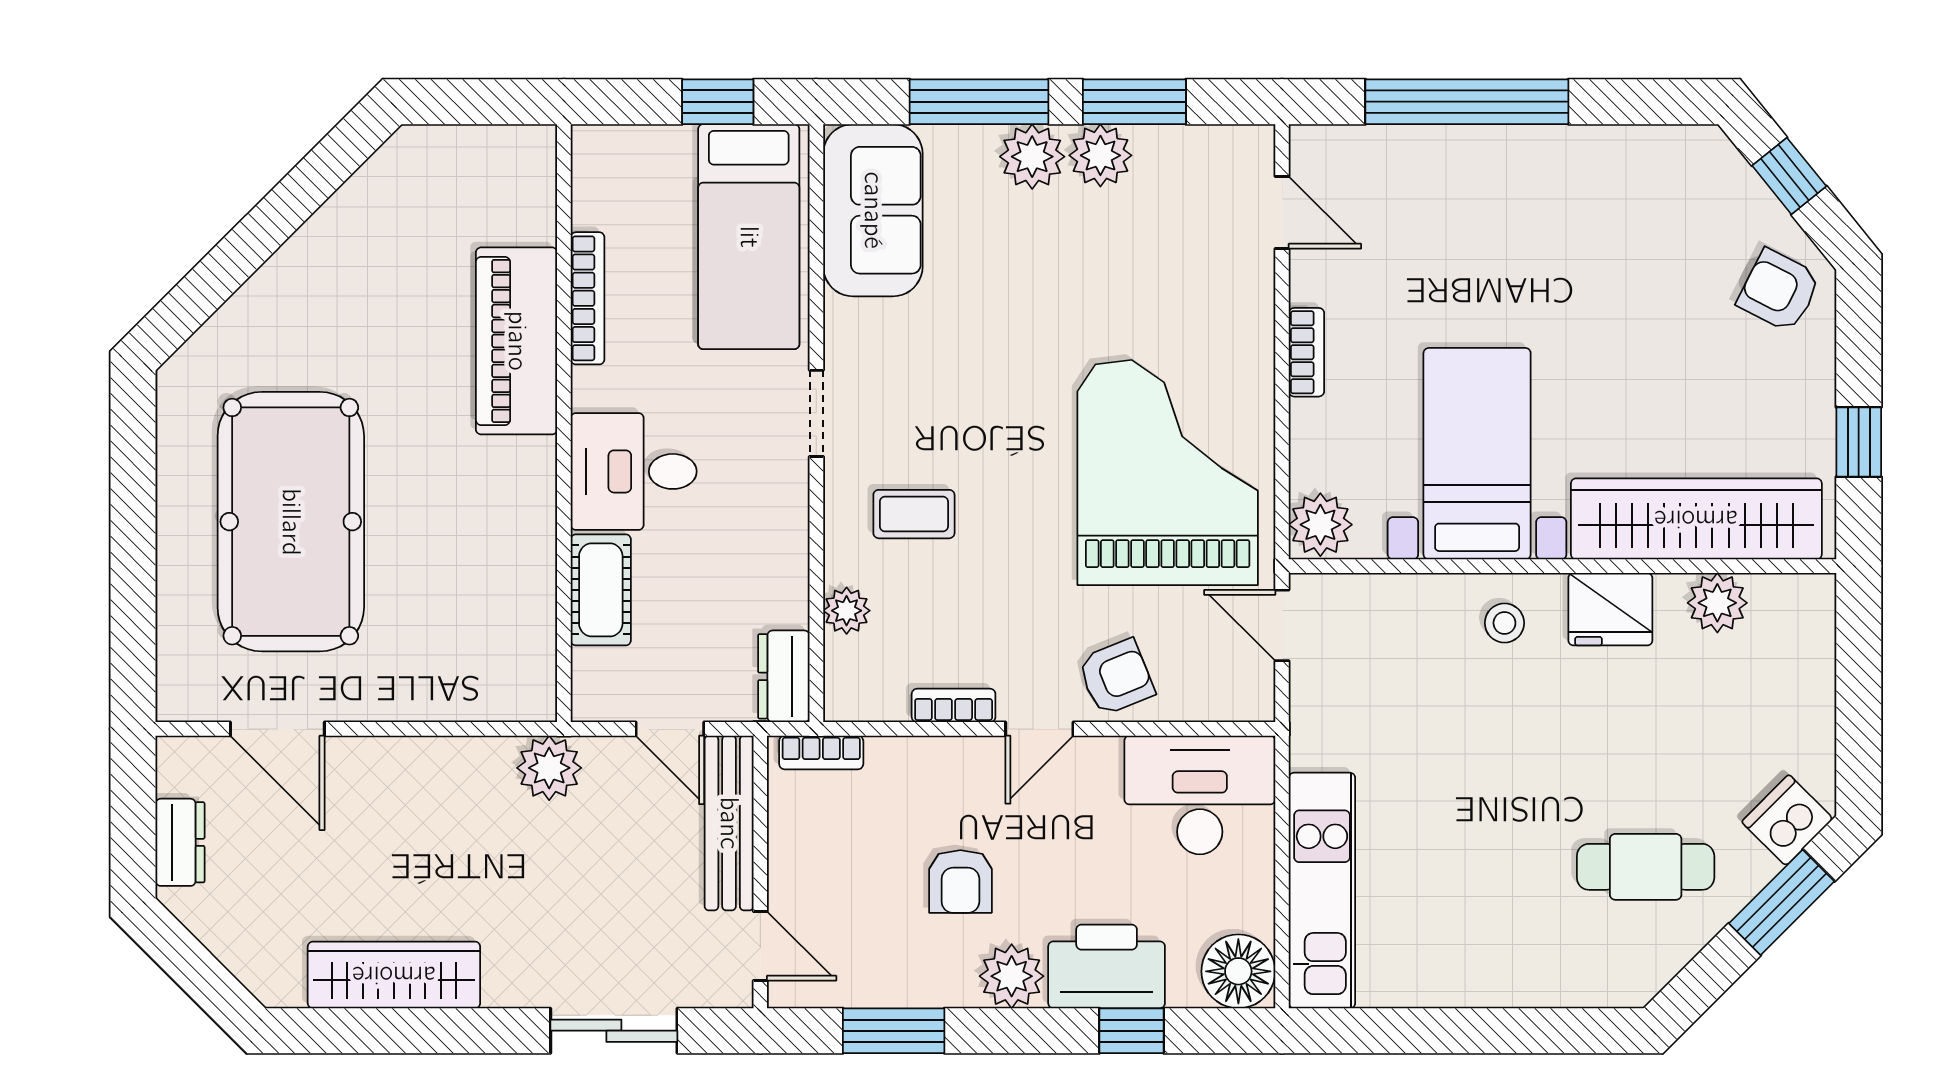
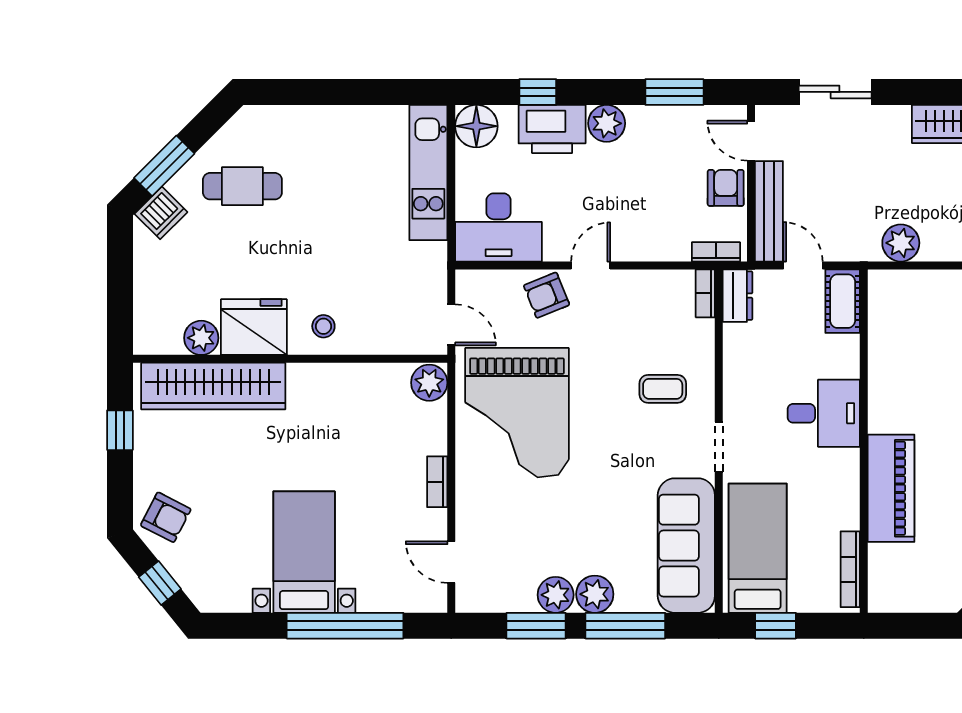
sofa: (873, 210) -> (686, 546), width x1.36
bookcase: (588, 298) -> (850, 569), moved
bed with nightstands: (1477, 454) -> (304, 552), moved, turned 180
cot: (601, 590) -> (843, 301), moved
fridge: (1610, 609) -> (254, 327), width x1.36, depth x1.34
plant: (847, 611) -> (701, 333), removed
bookcase: (954, 705) -> (705, 293), moved, turned 90
plant: (549, 768) -> (901, 243), moved
armchair: (960, 882) -> (726, 188), moved

